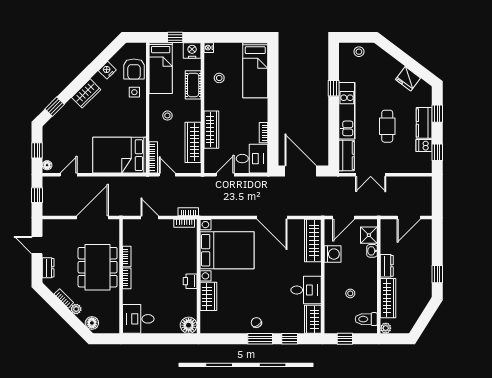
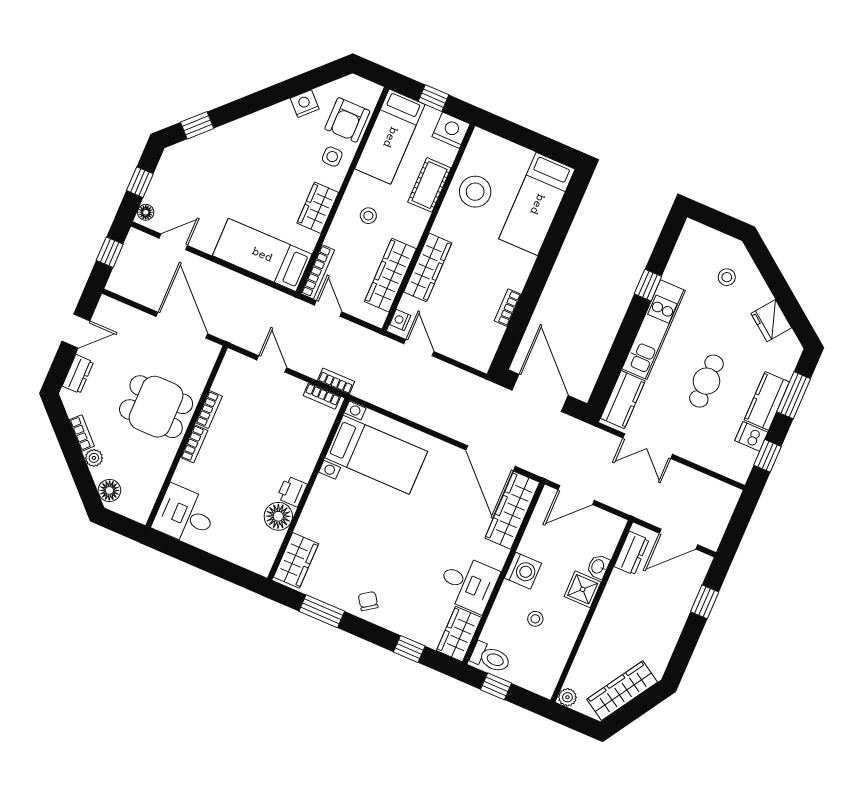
nightstand: (209, 48) -> (400, 320), moved
stool: (359, 52) -> (727, 277), moved
stool: (219, 78) -> (475, 192), width x1.89, depth x1.89
wardrobe: (86, 93) -> (318, 208), moved, turned 135
window: (437, 114) -> (794, 395), width x1.50
bed: (119, 155) -> (262, 255), width x0.67
desk: (252, 159) -> (472, 340), removed
door: (225, 175) -> (419, 348), hinge flipped
door: (93, 217) -> (182, 325), hinge flipped
door: (272, 217) -> (491, 458), moved
shower: (369, 235) -> (583, 589), moved
door: (37, 245) -> (76, 331), swing flipped
bed with nightstands: (227, 250) -> (376, 455), width x0.73
washing machine: (333, 254) -> (523, 571), moved
dresser: (387, 266) -> (632, 553), moved
dining table: (98, 267) -> (156, 407), width x0.73
window: (437, 274) -> (705, 602), moved
wardrobe: (208, 296) -> (296, 560), moved
wardrobe: (388, 298) -> (622, 691), moved, turned -148
toilet: (366, 319) -> (490, 658), moved, turned 180
floor lamp: (189, 325) -> (278, 516), moved
window: (260, 339) -> (322, 611), moved

